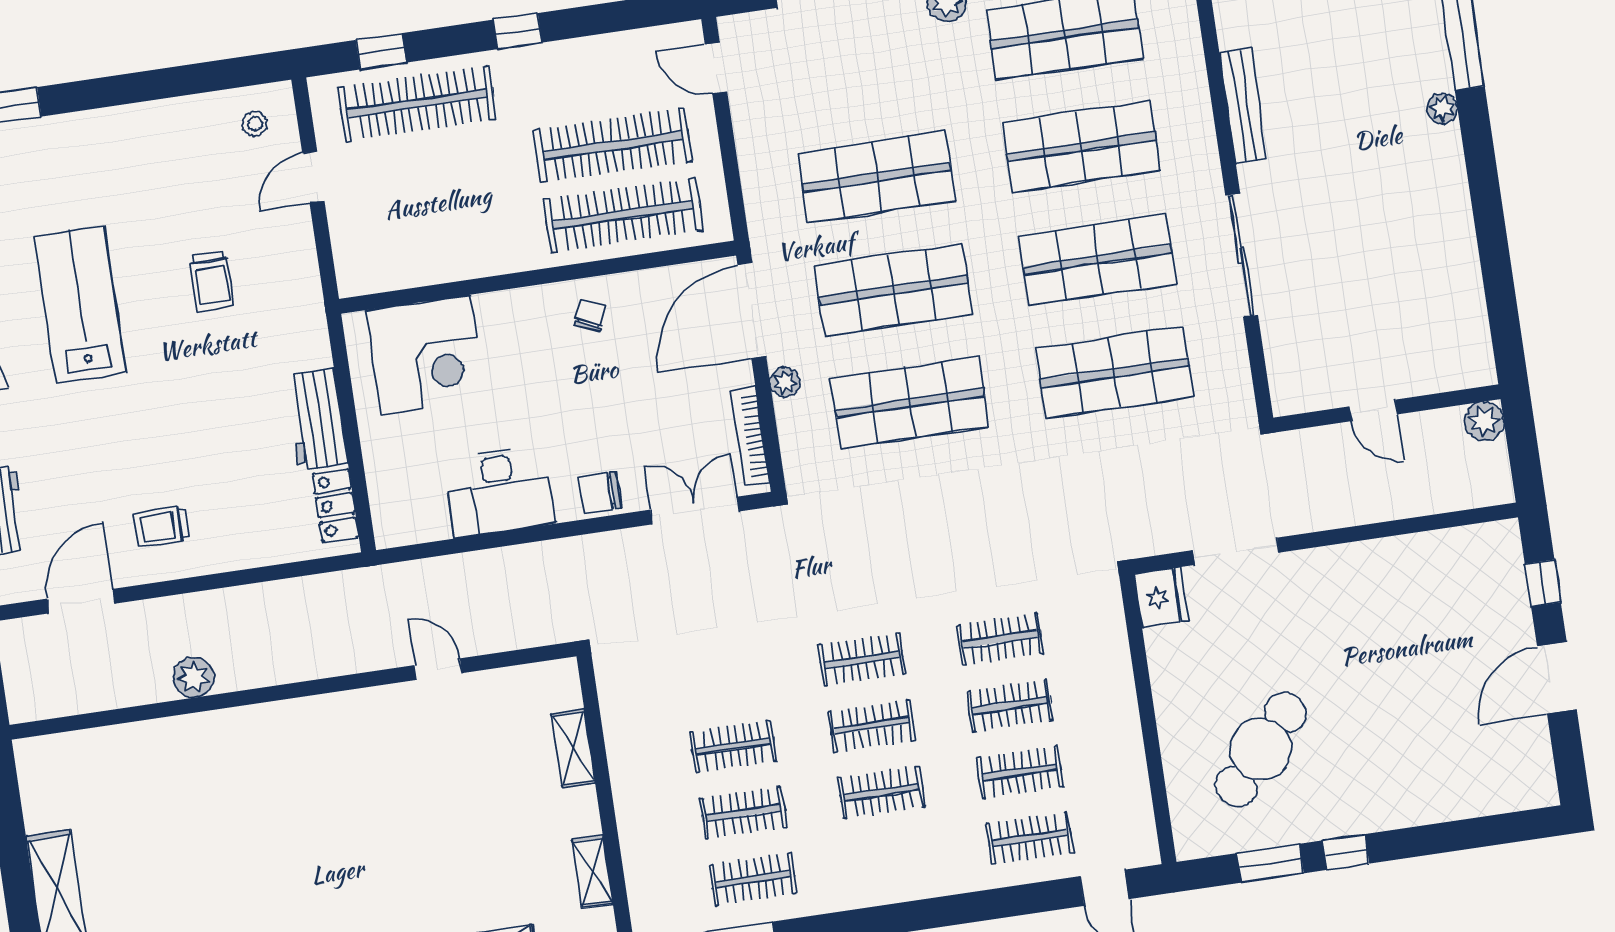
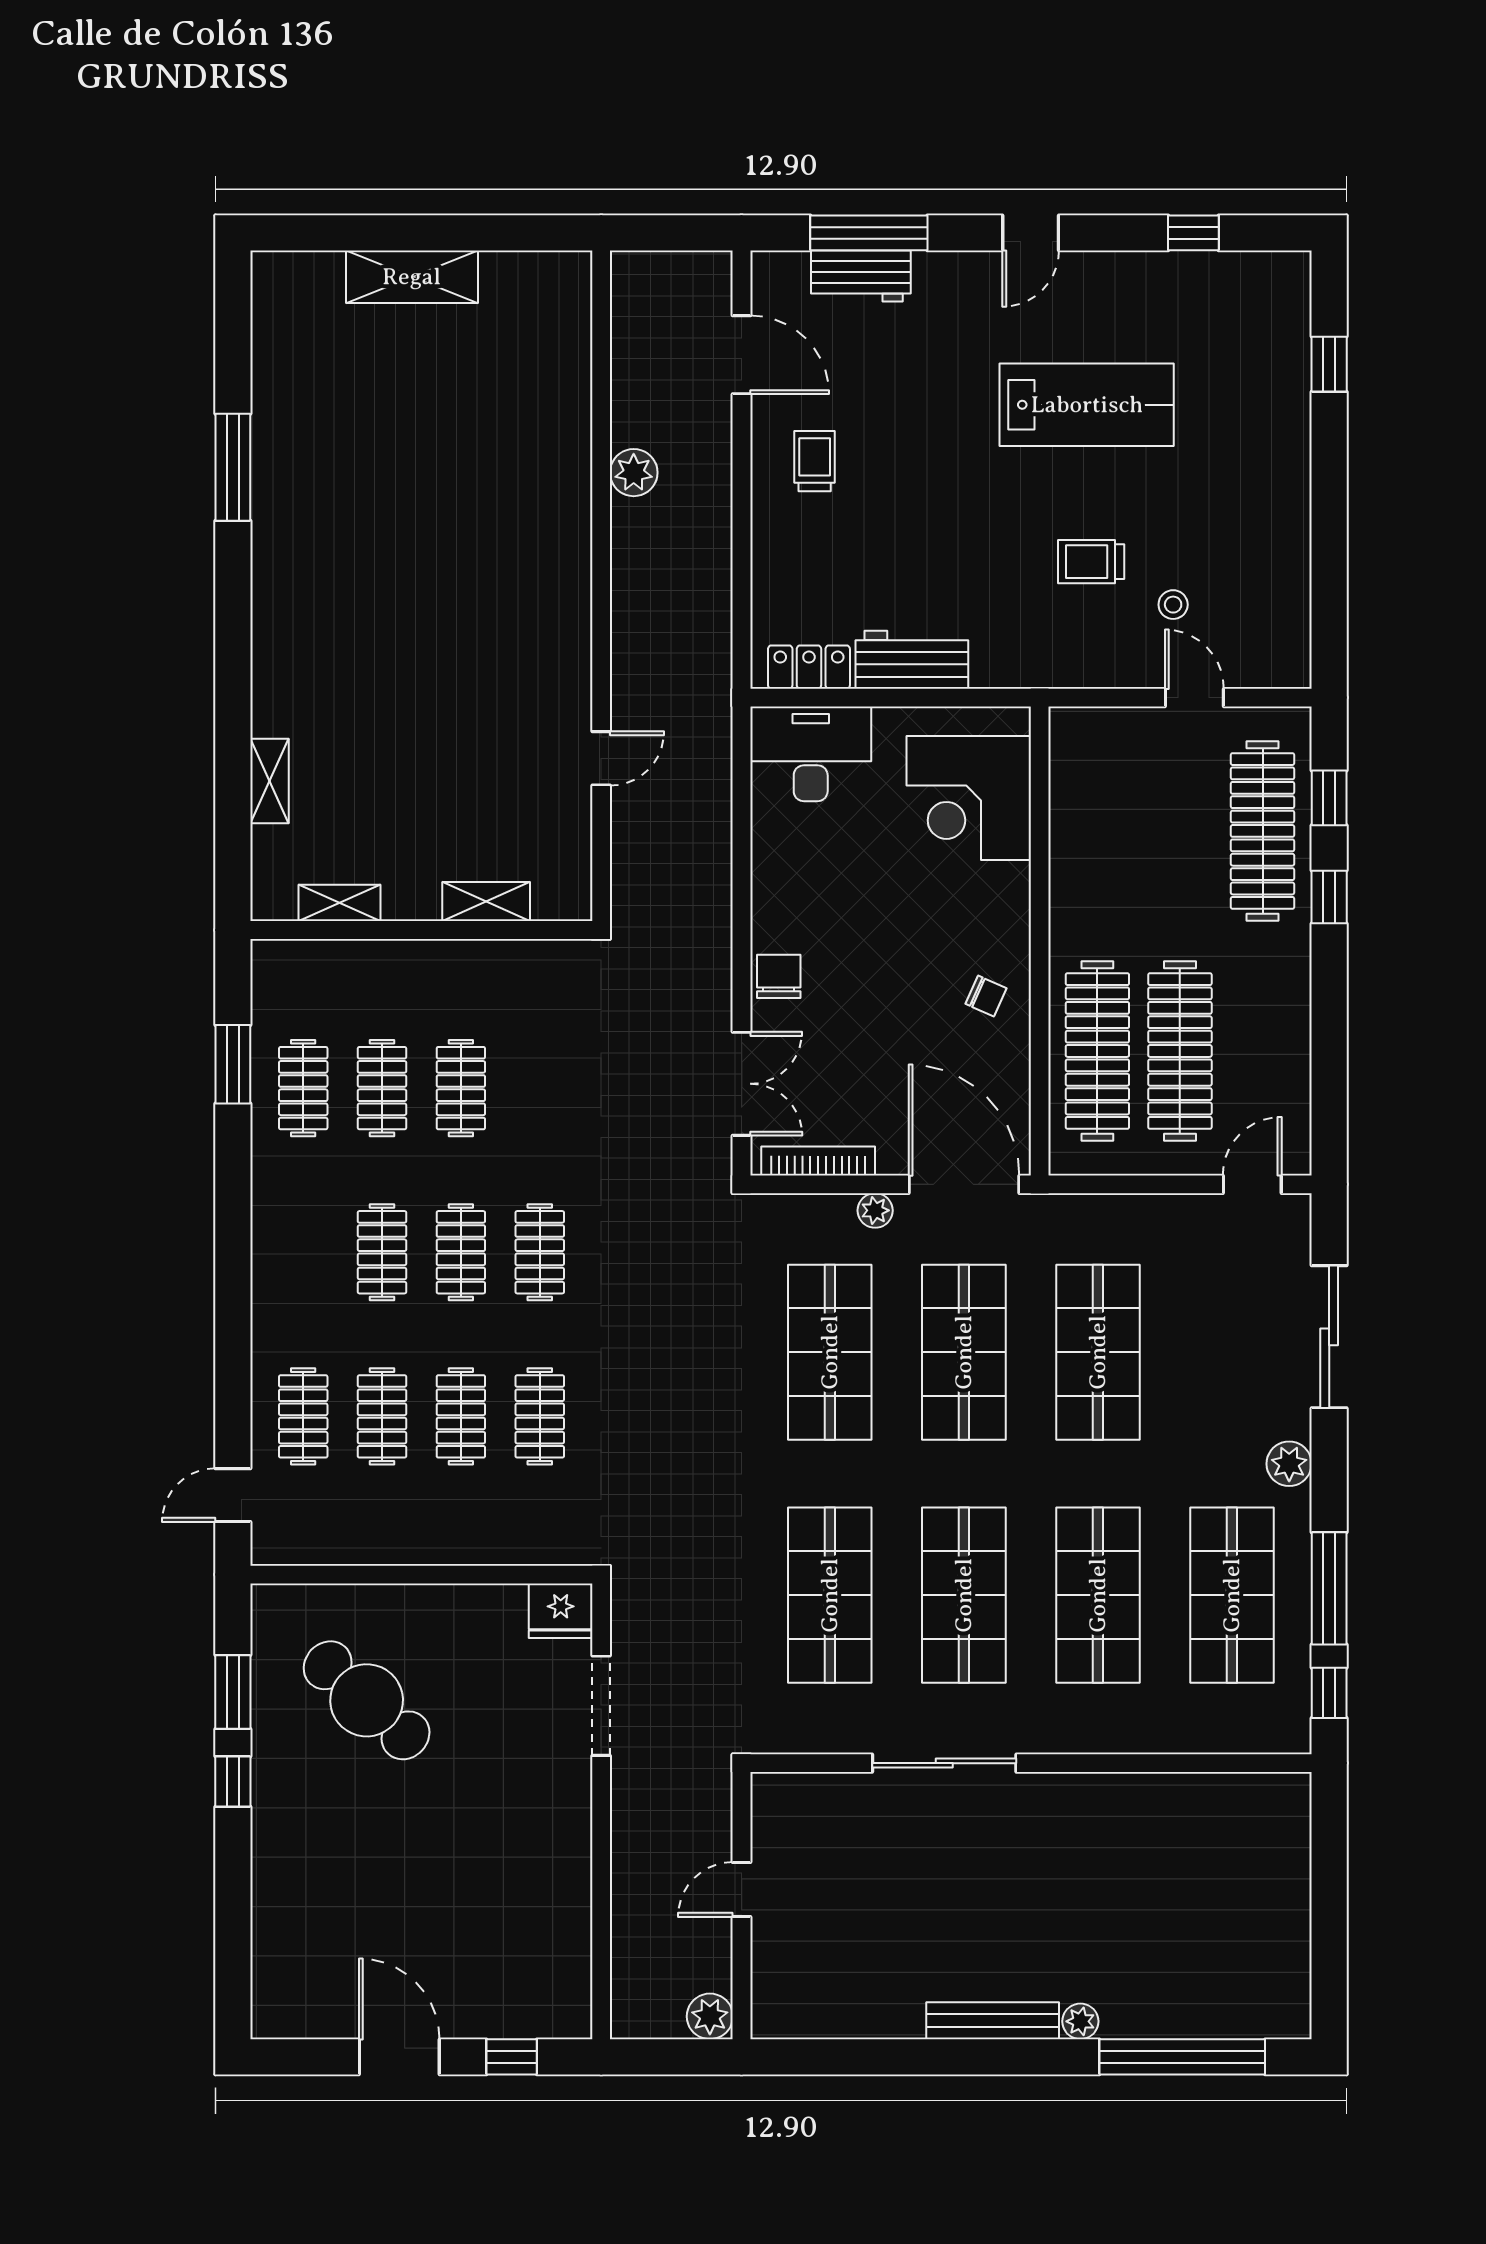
window: (518, 31) -> (1329, 897), moved
bench: (1243, 106) -> (993, 2021), moved
stool: (255, 124) -> (1173, 605), moved
desk: (499, 491) -> (811, 754), moved, turned 90

